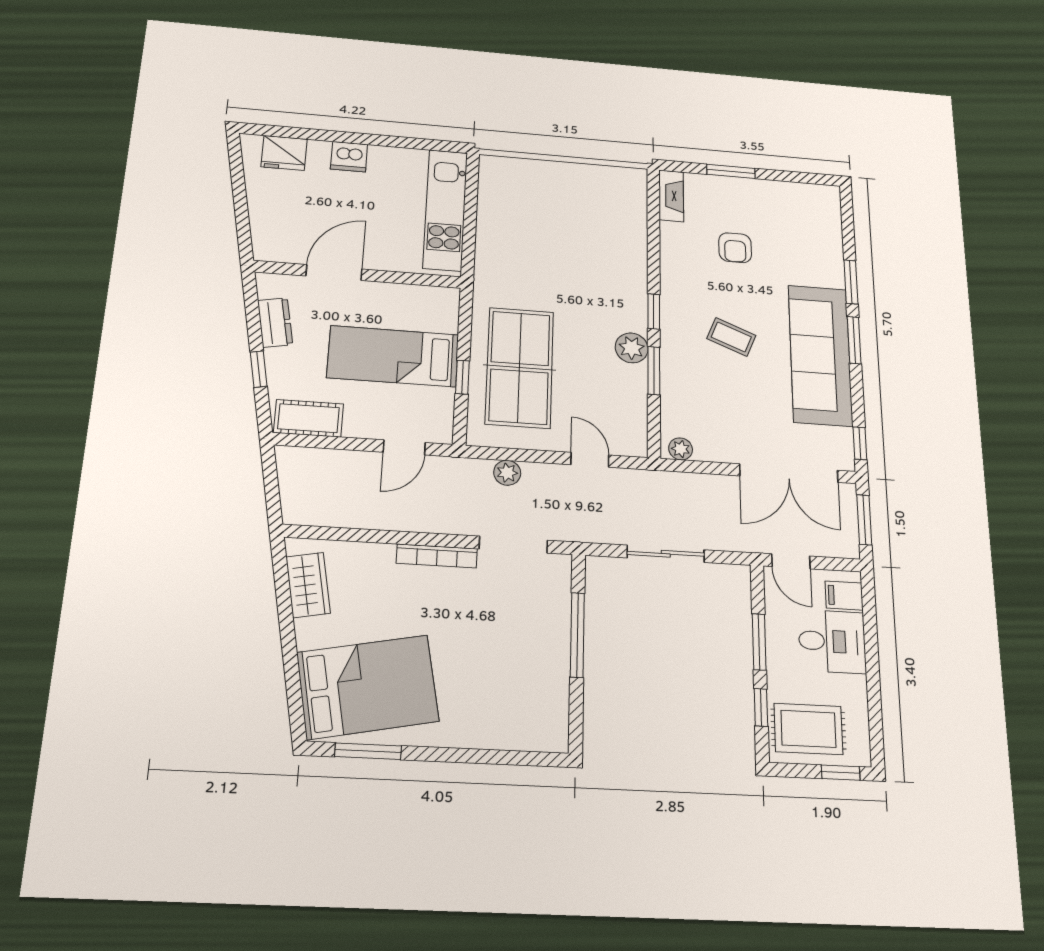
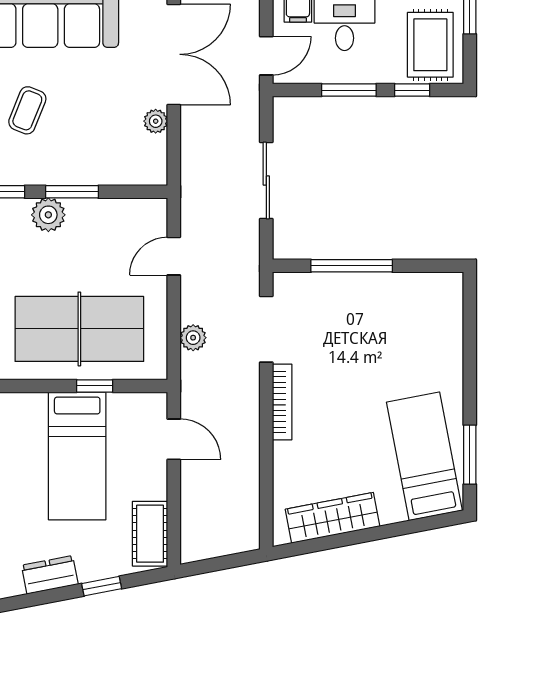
plant: (681, 449) -> (156, 121), moved
wardrobe: (308, 585) -> (333, 518), width x1.50
bed: (368, 687) -> (424, 456), width x0.67

